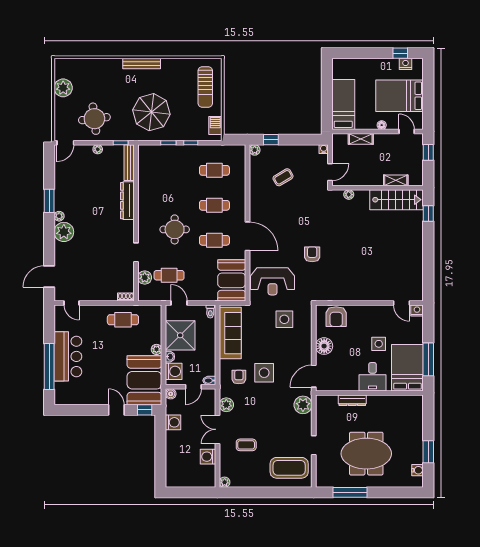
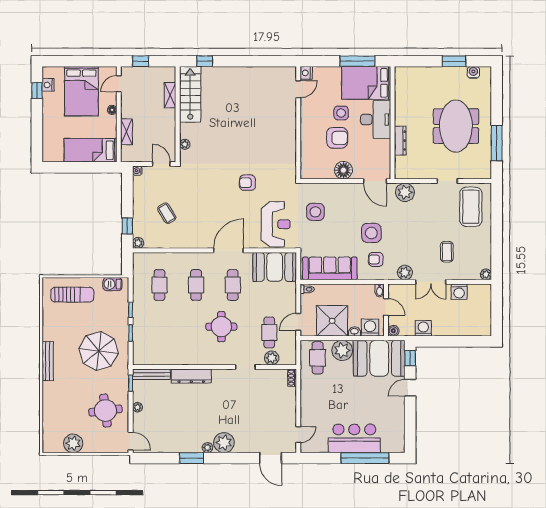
armchair: (336, 317) -> (337, 138), moved
cafe table: (123, 320) -> (318, 358), moved
plant: (156, 349) -> (342, 350), width x1.88, depth x1.88
desk: (373, 377) -> (376, 120), width x1.37

